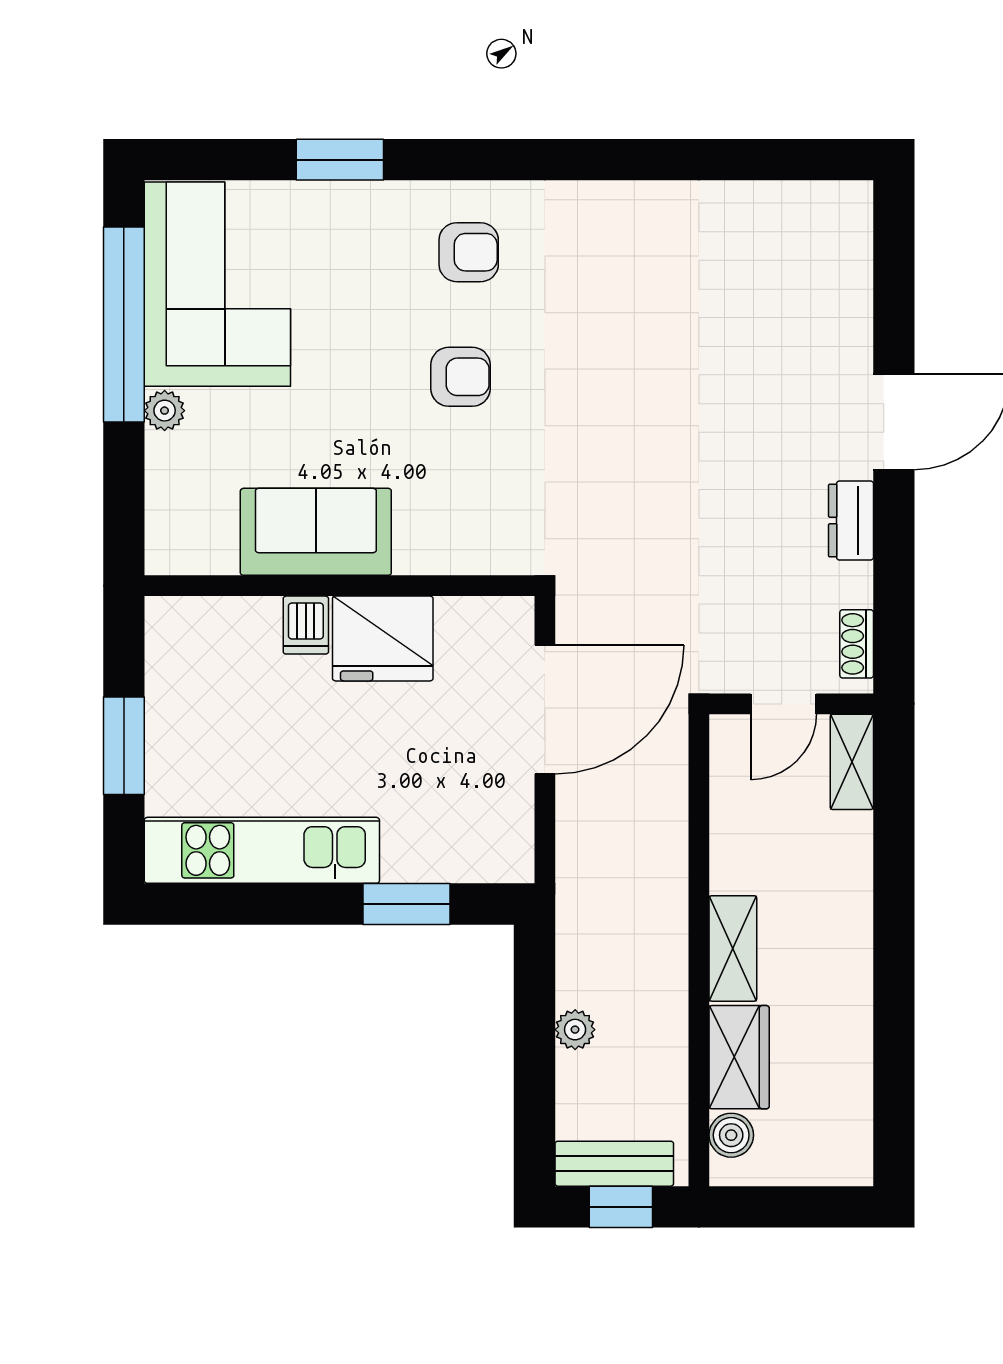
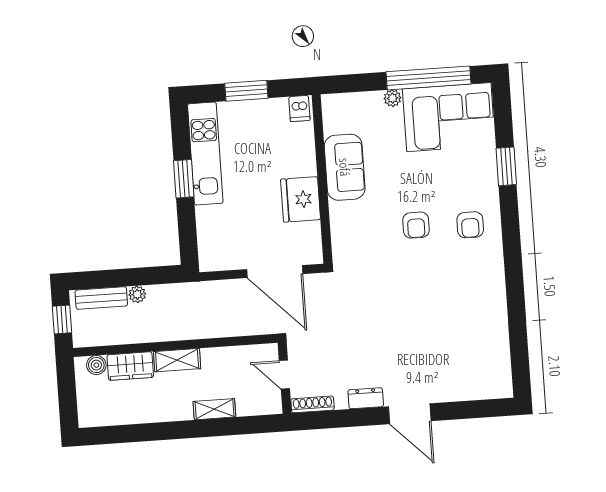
dishwasher: (306, 625) -> (299, 109), moved, turned -90
shoe rack: (857, 644) -> (313, 404), width x1.43
shelving: (852, 762) -> (214, 409), moved
window: (406, 904) -> (184, 179), moved
bench: (614, 1164) -> (101, 298), moved, turned 90

